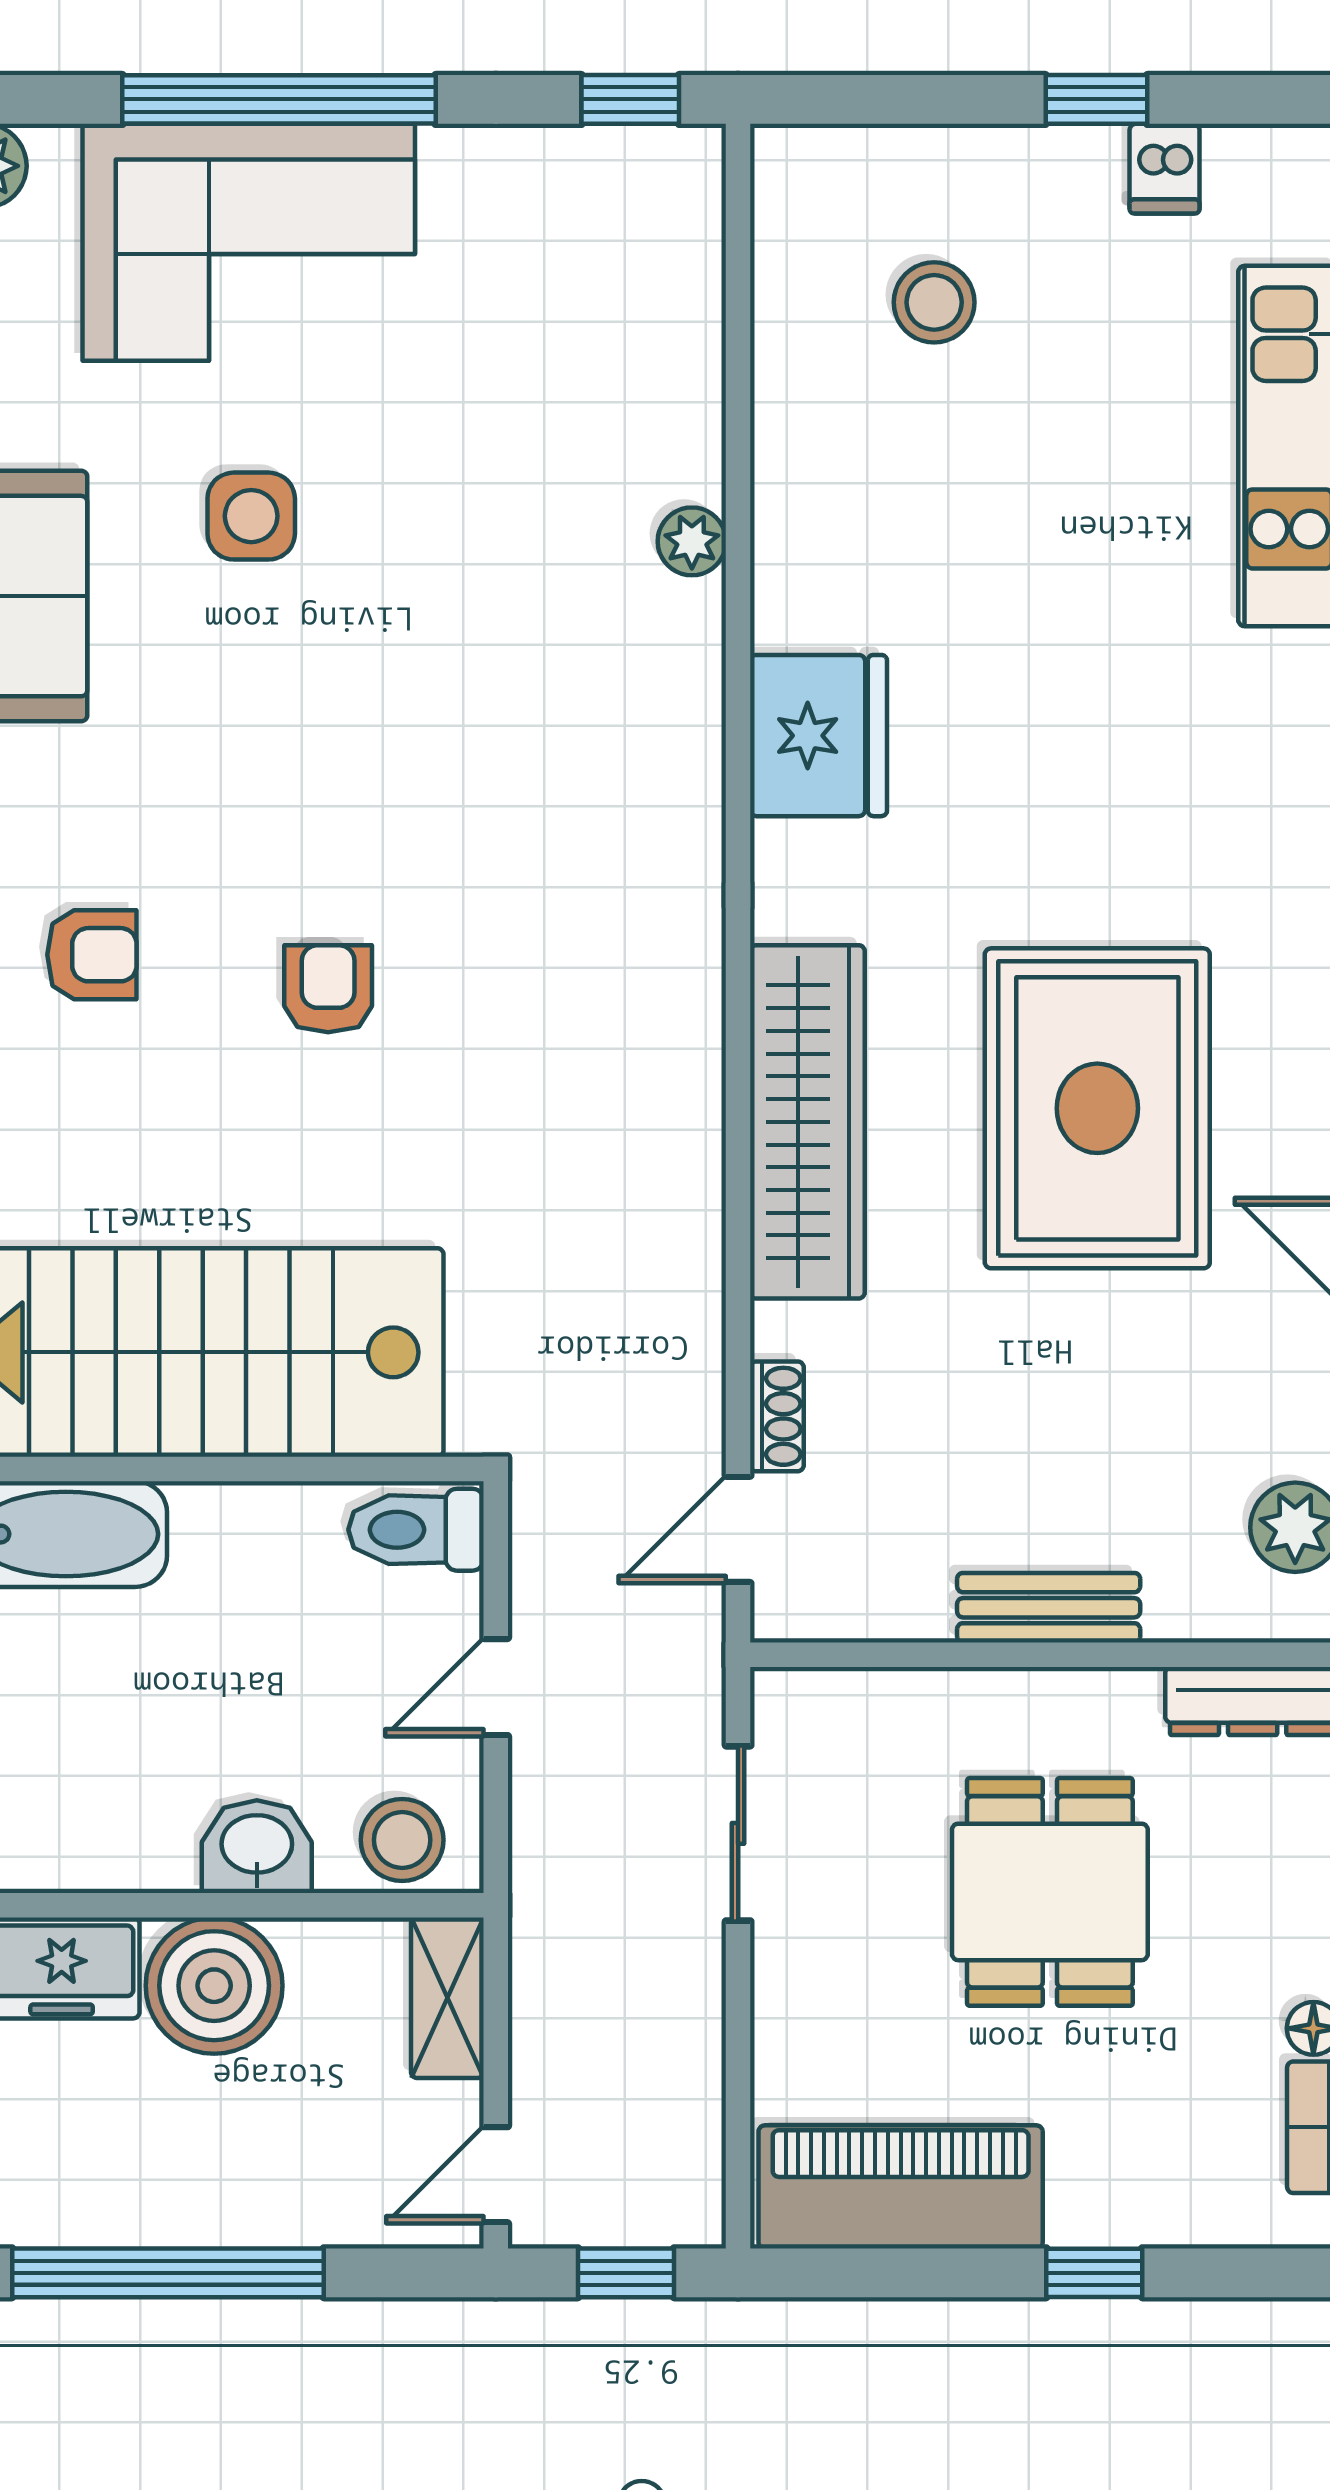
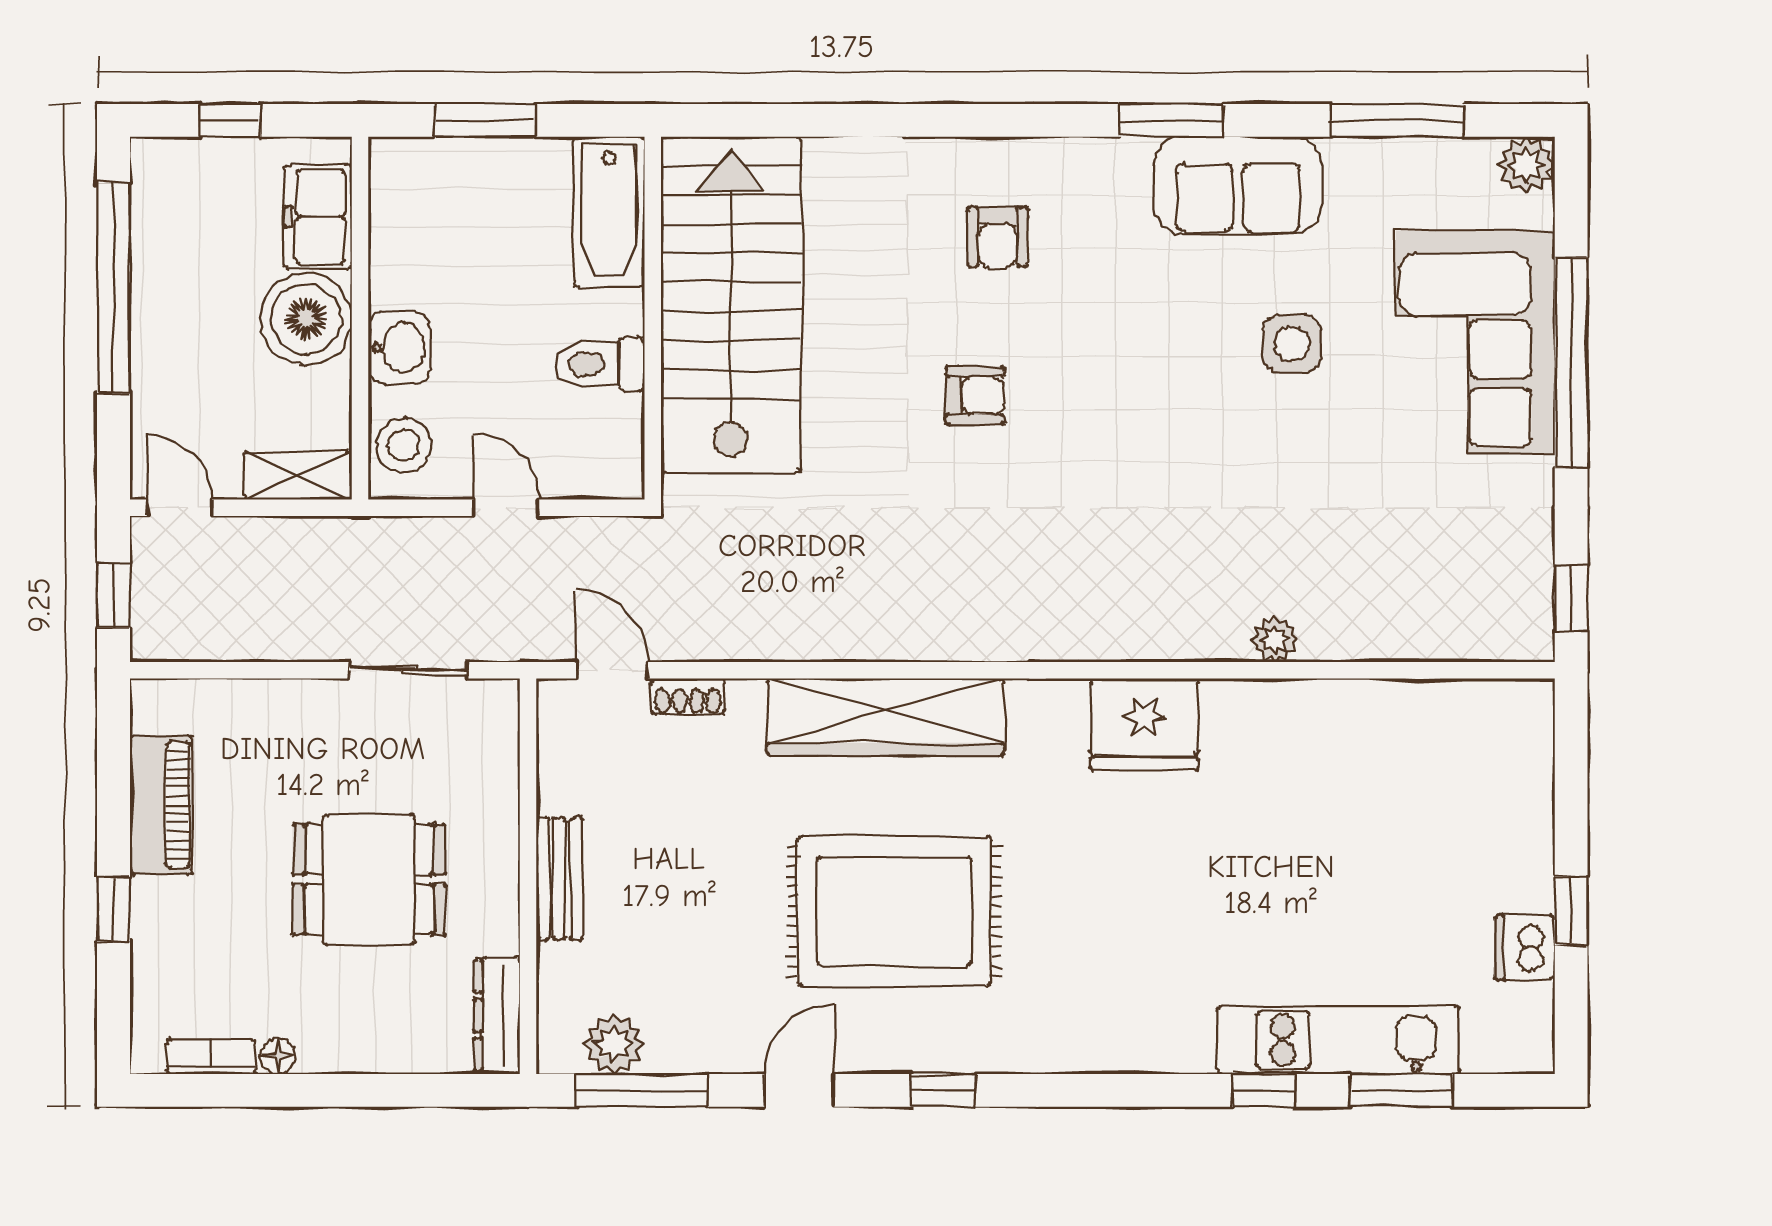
dishwasher: (1165, 169) -> (1525, 948), width x1.38
stool: (934, 302) -> (1435, 802), removed
toilet: (416, 1530) -> (599, 364), moved, turned -90
piano: (901, 2187) -> (161, 805), width x0.73, depth x0.75

